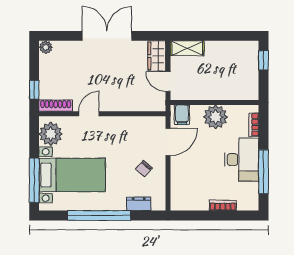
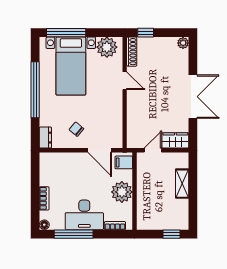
shelving: (187, 48) -> (182, 184), moved
dresser: (139, 204) -> (45, 138), moved
floor lamp: (253, 205) -> (44, 225), added

